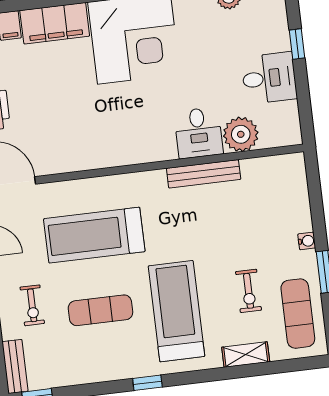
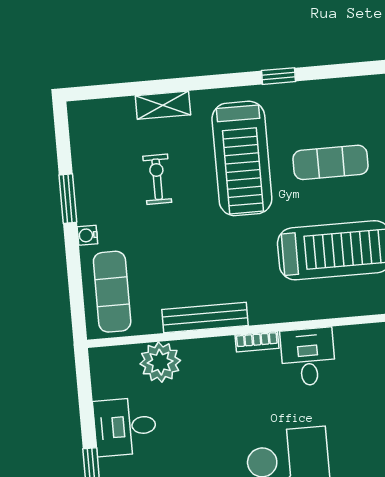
desk: (199, 133) -> (308, 357), moved
bookcase: (158, 155) -> (257, 342), added
exercise mat: (298, 314) -> (112, 292), moved

